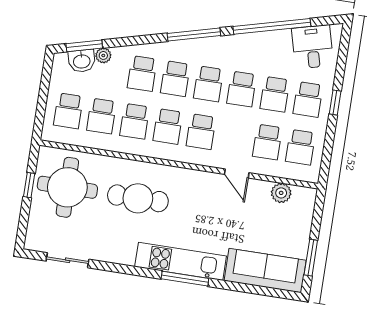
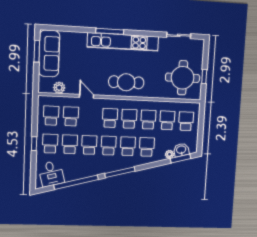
cafe table: (138, 198) -> (126, 82), moved
kitchen unit: (181, 261) -> (123, 42), width x1.36
sofa: (265, 270) -> (49, 53), moved, turned -90

